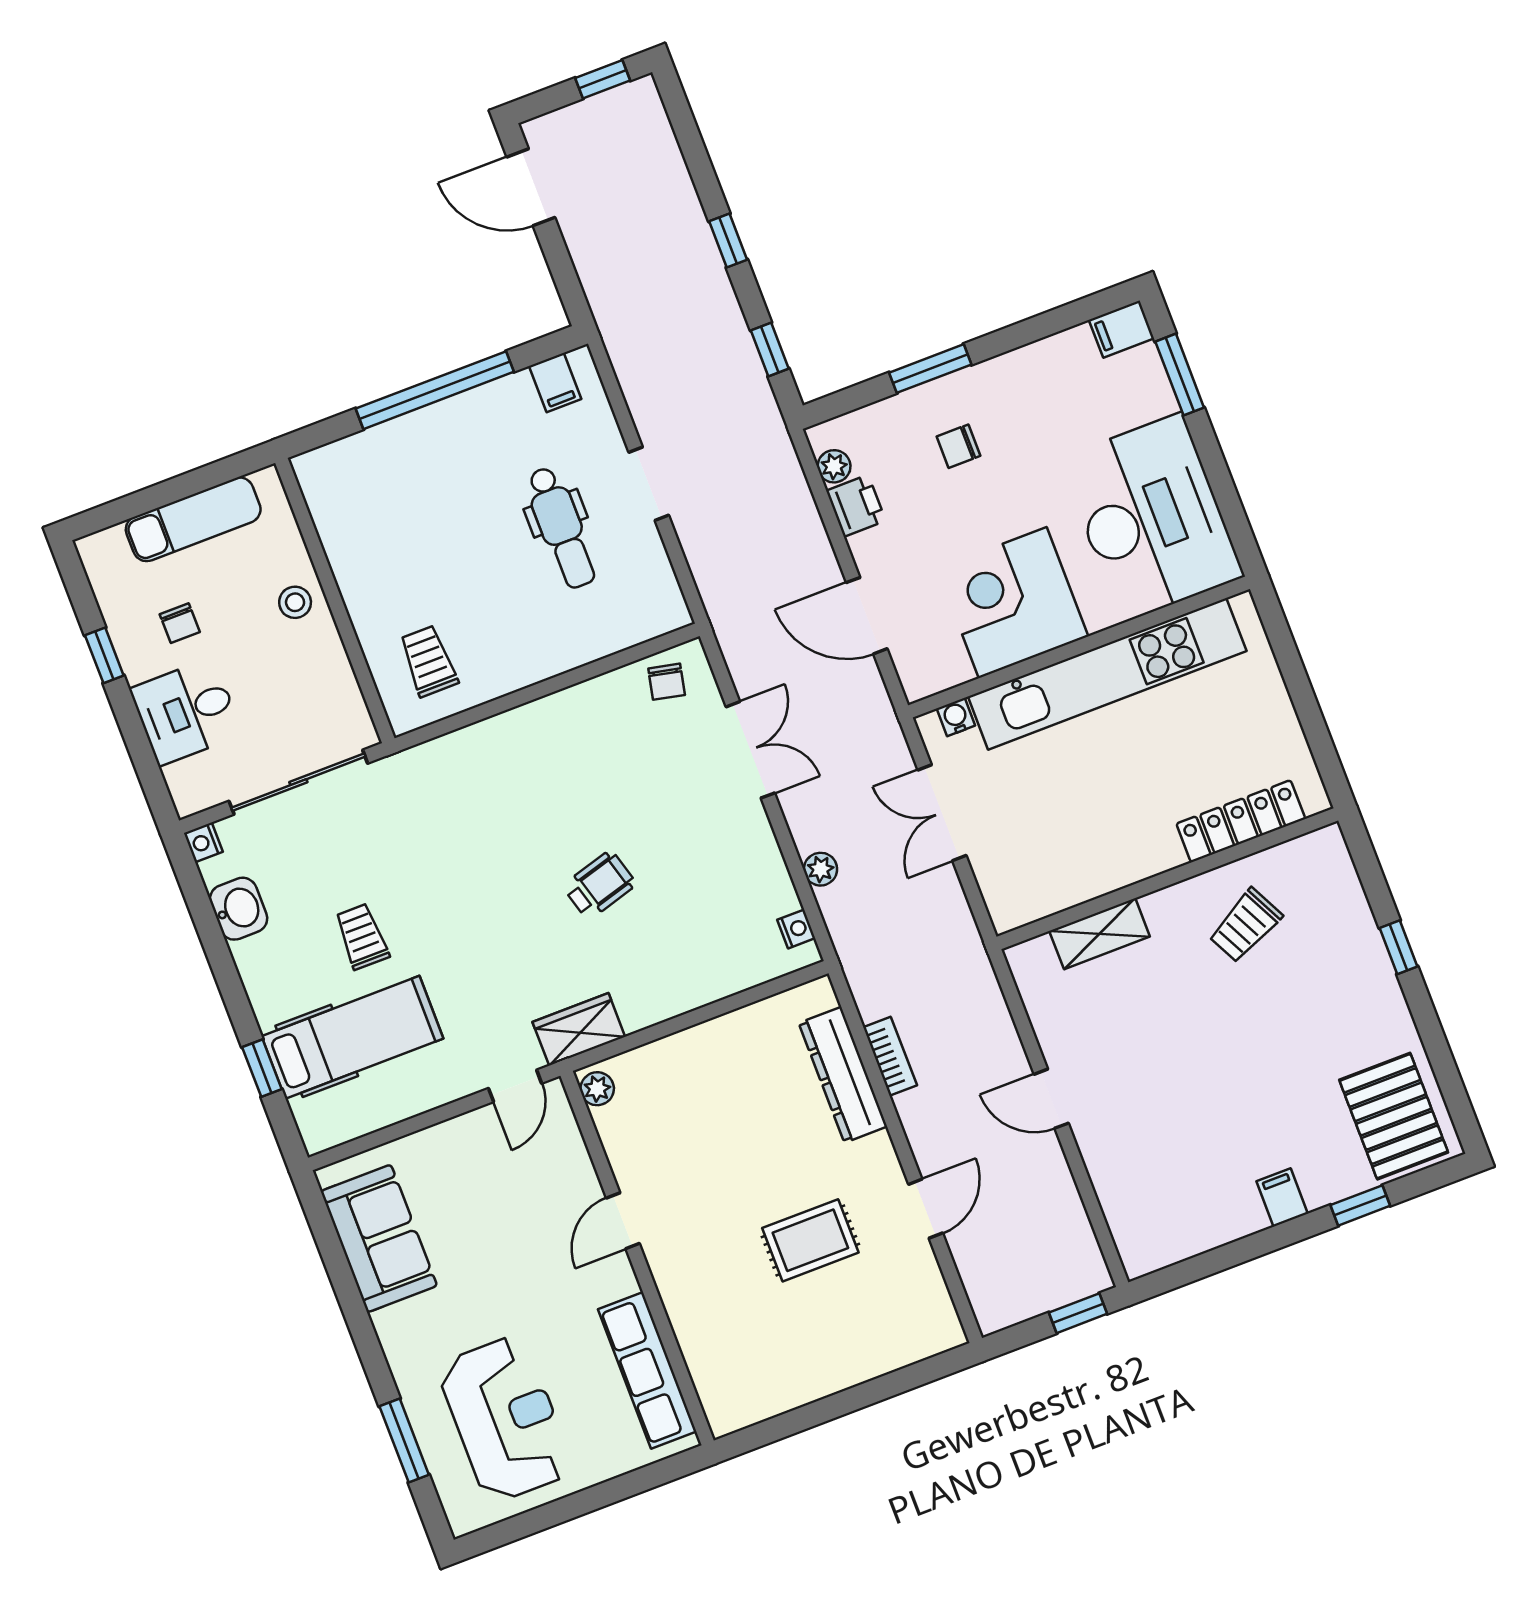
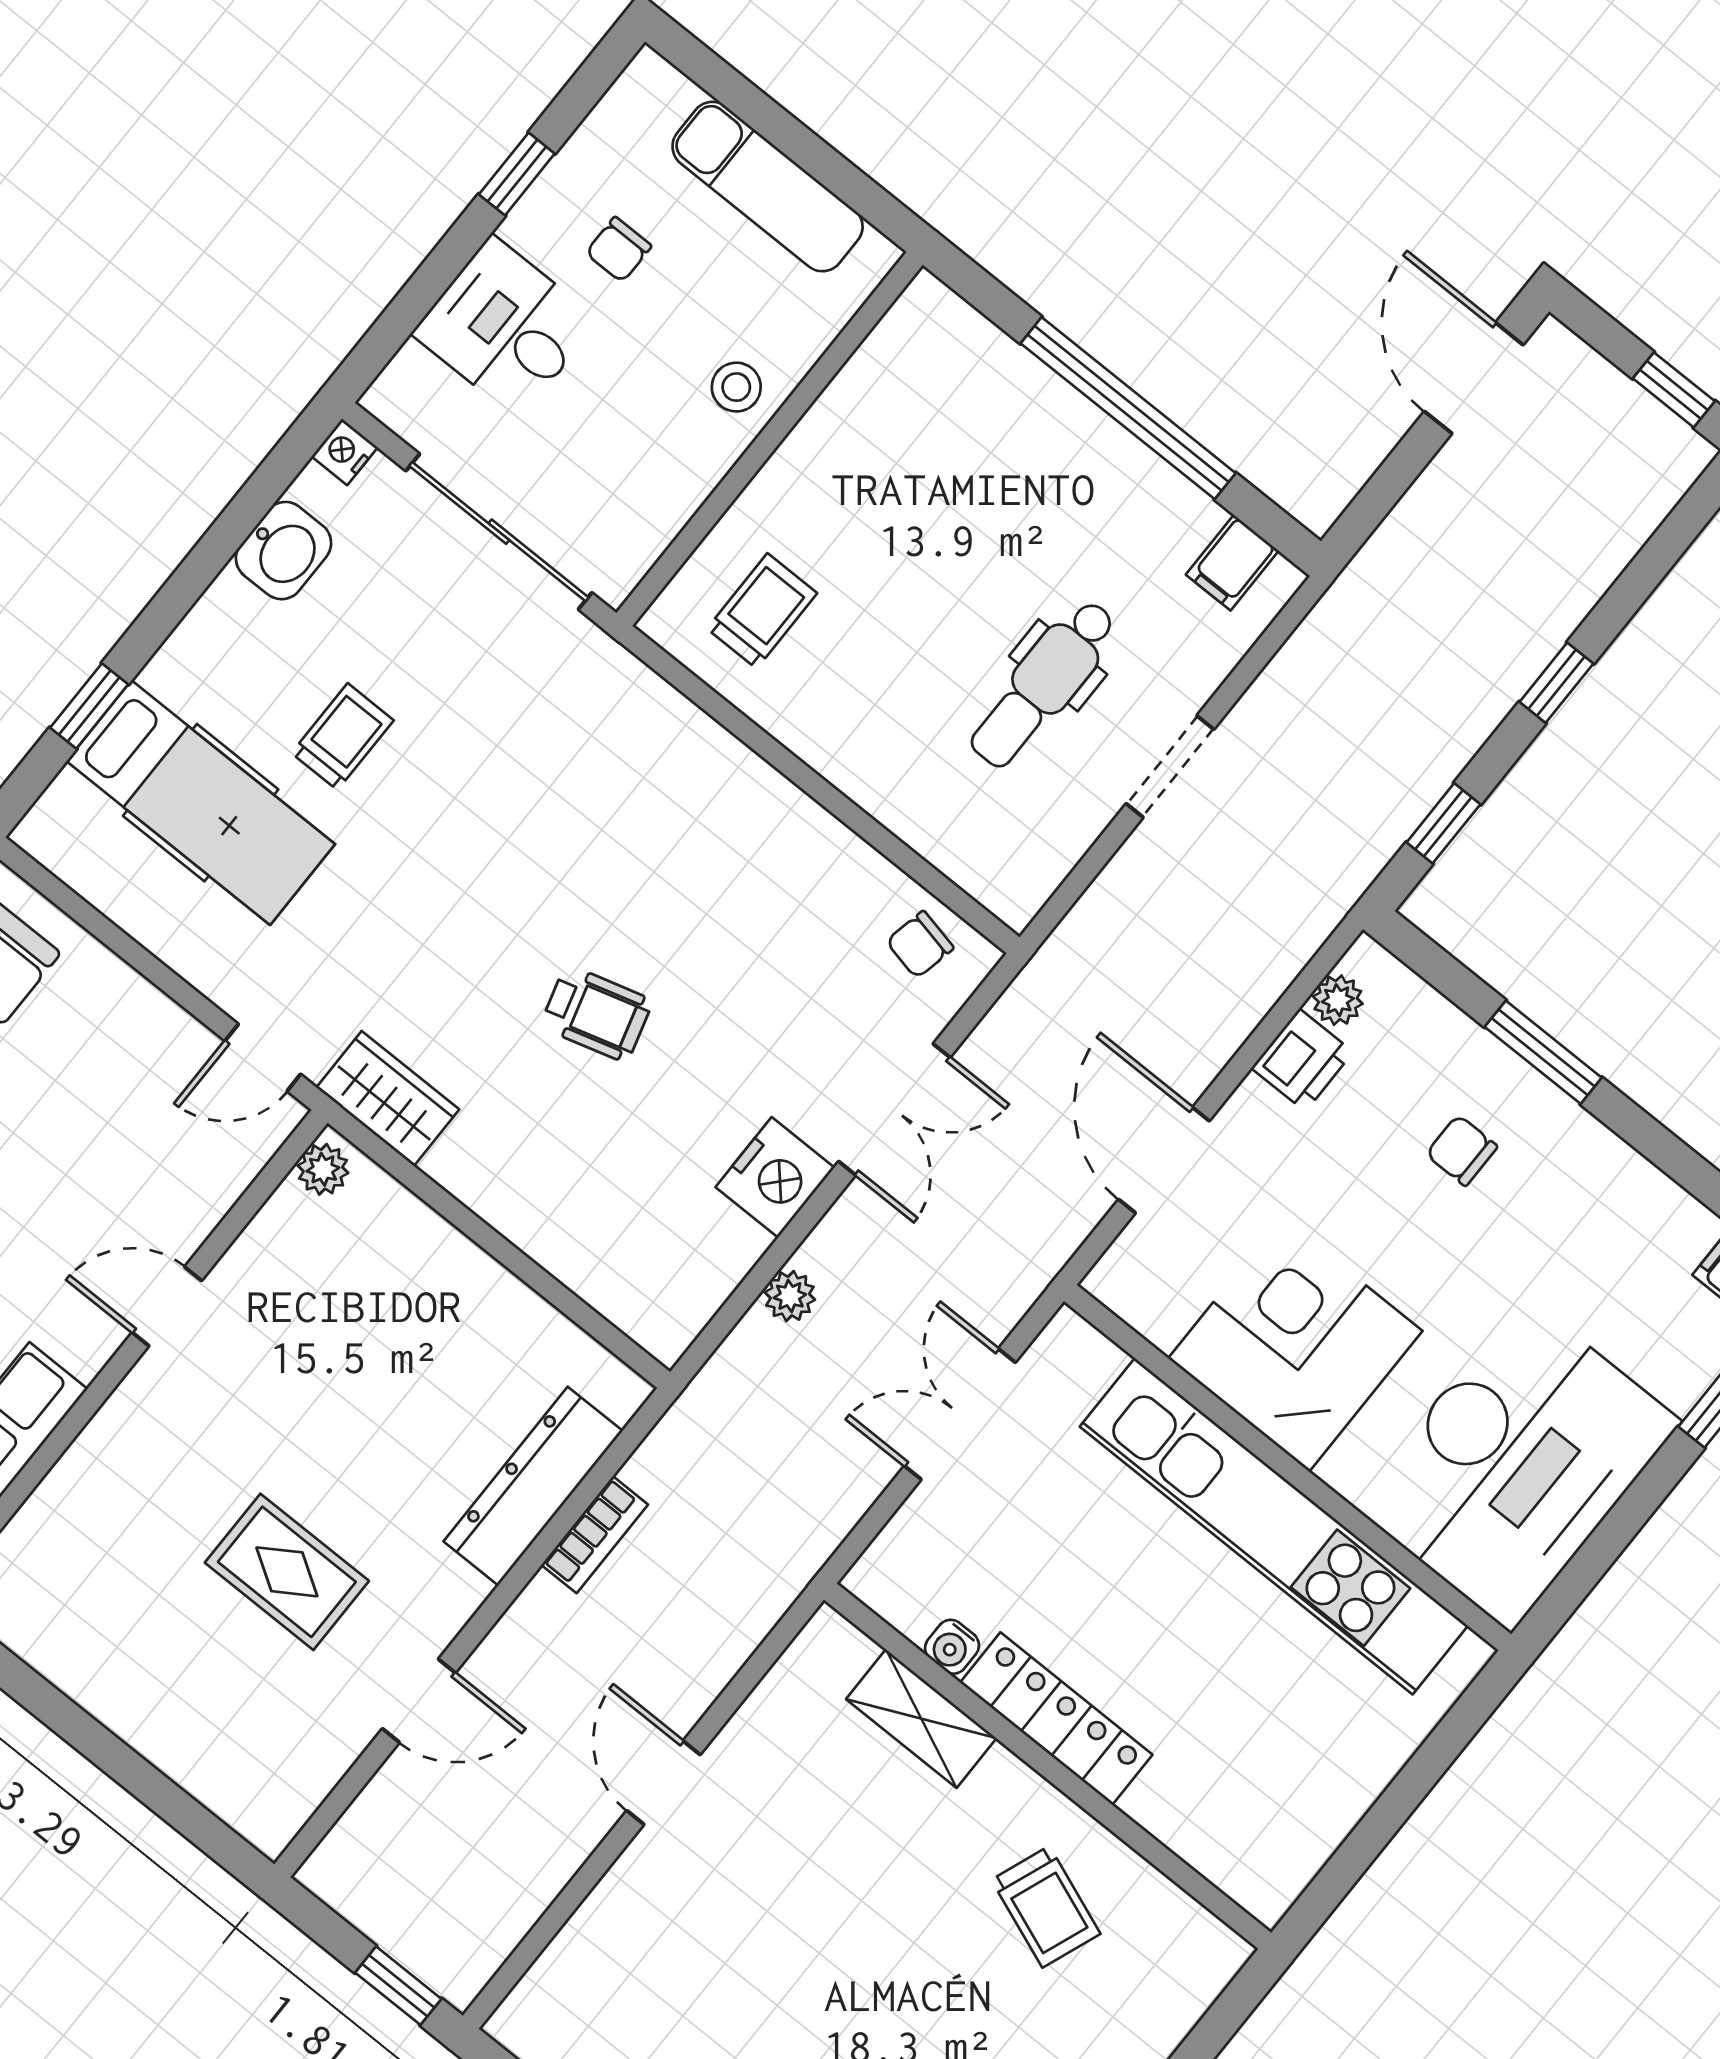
water cooler: (956, 717) -> (952, 1647), moved, turned 180
locker: (1241, 821) -> (1056, 1719), moved
trolley: (1245, 926) -> (1046, 1907), turned -132
nightstand: (796, 929) -> (775, 1177), moved, width x1.89, depth x1.79

